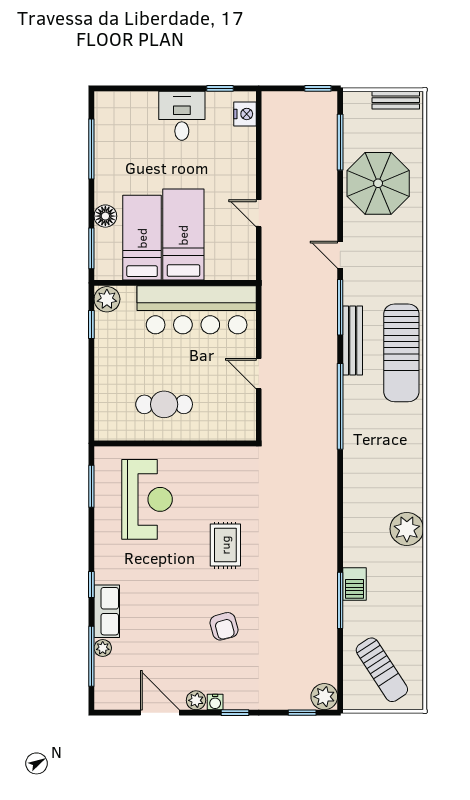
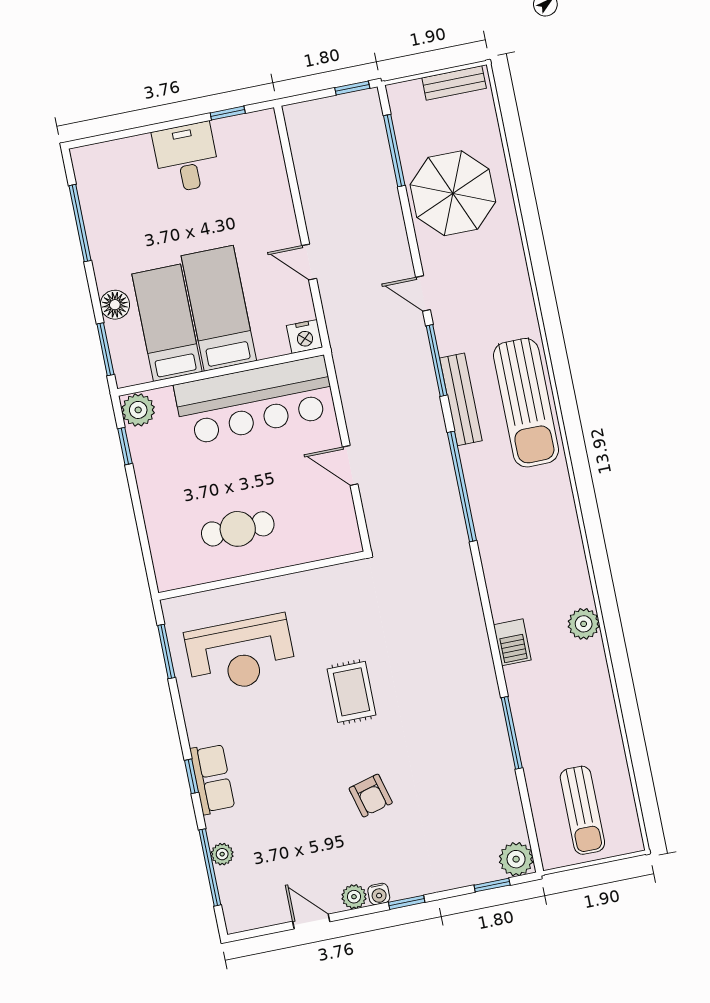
nightstand: (245, 114) -> (305, 336), moved, turned 90
reception desk: (147, 499) -> (240, 654), turned 90
plant: (407, 529) -> (584, 624), width x0.73, depth x0.73
barbecue: (354, 584) -> (512, 642), moved
row of seats: (107, 611) -> (212, 779), moved
sun lounger: (382, 670) -> (582, 810), turned 33
door: (160, 713) -> (311, 921), width x0.73

